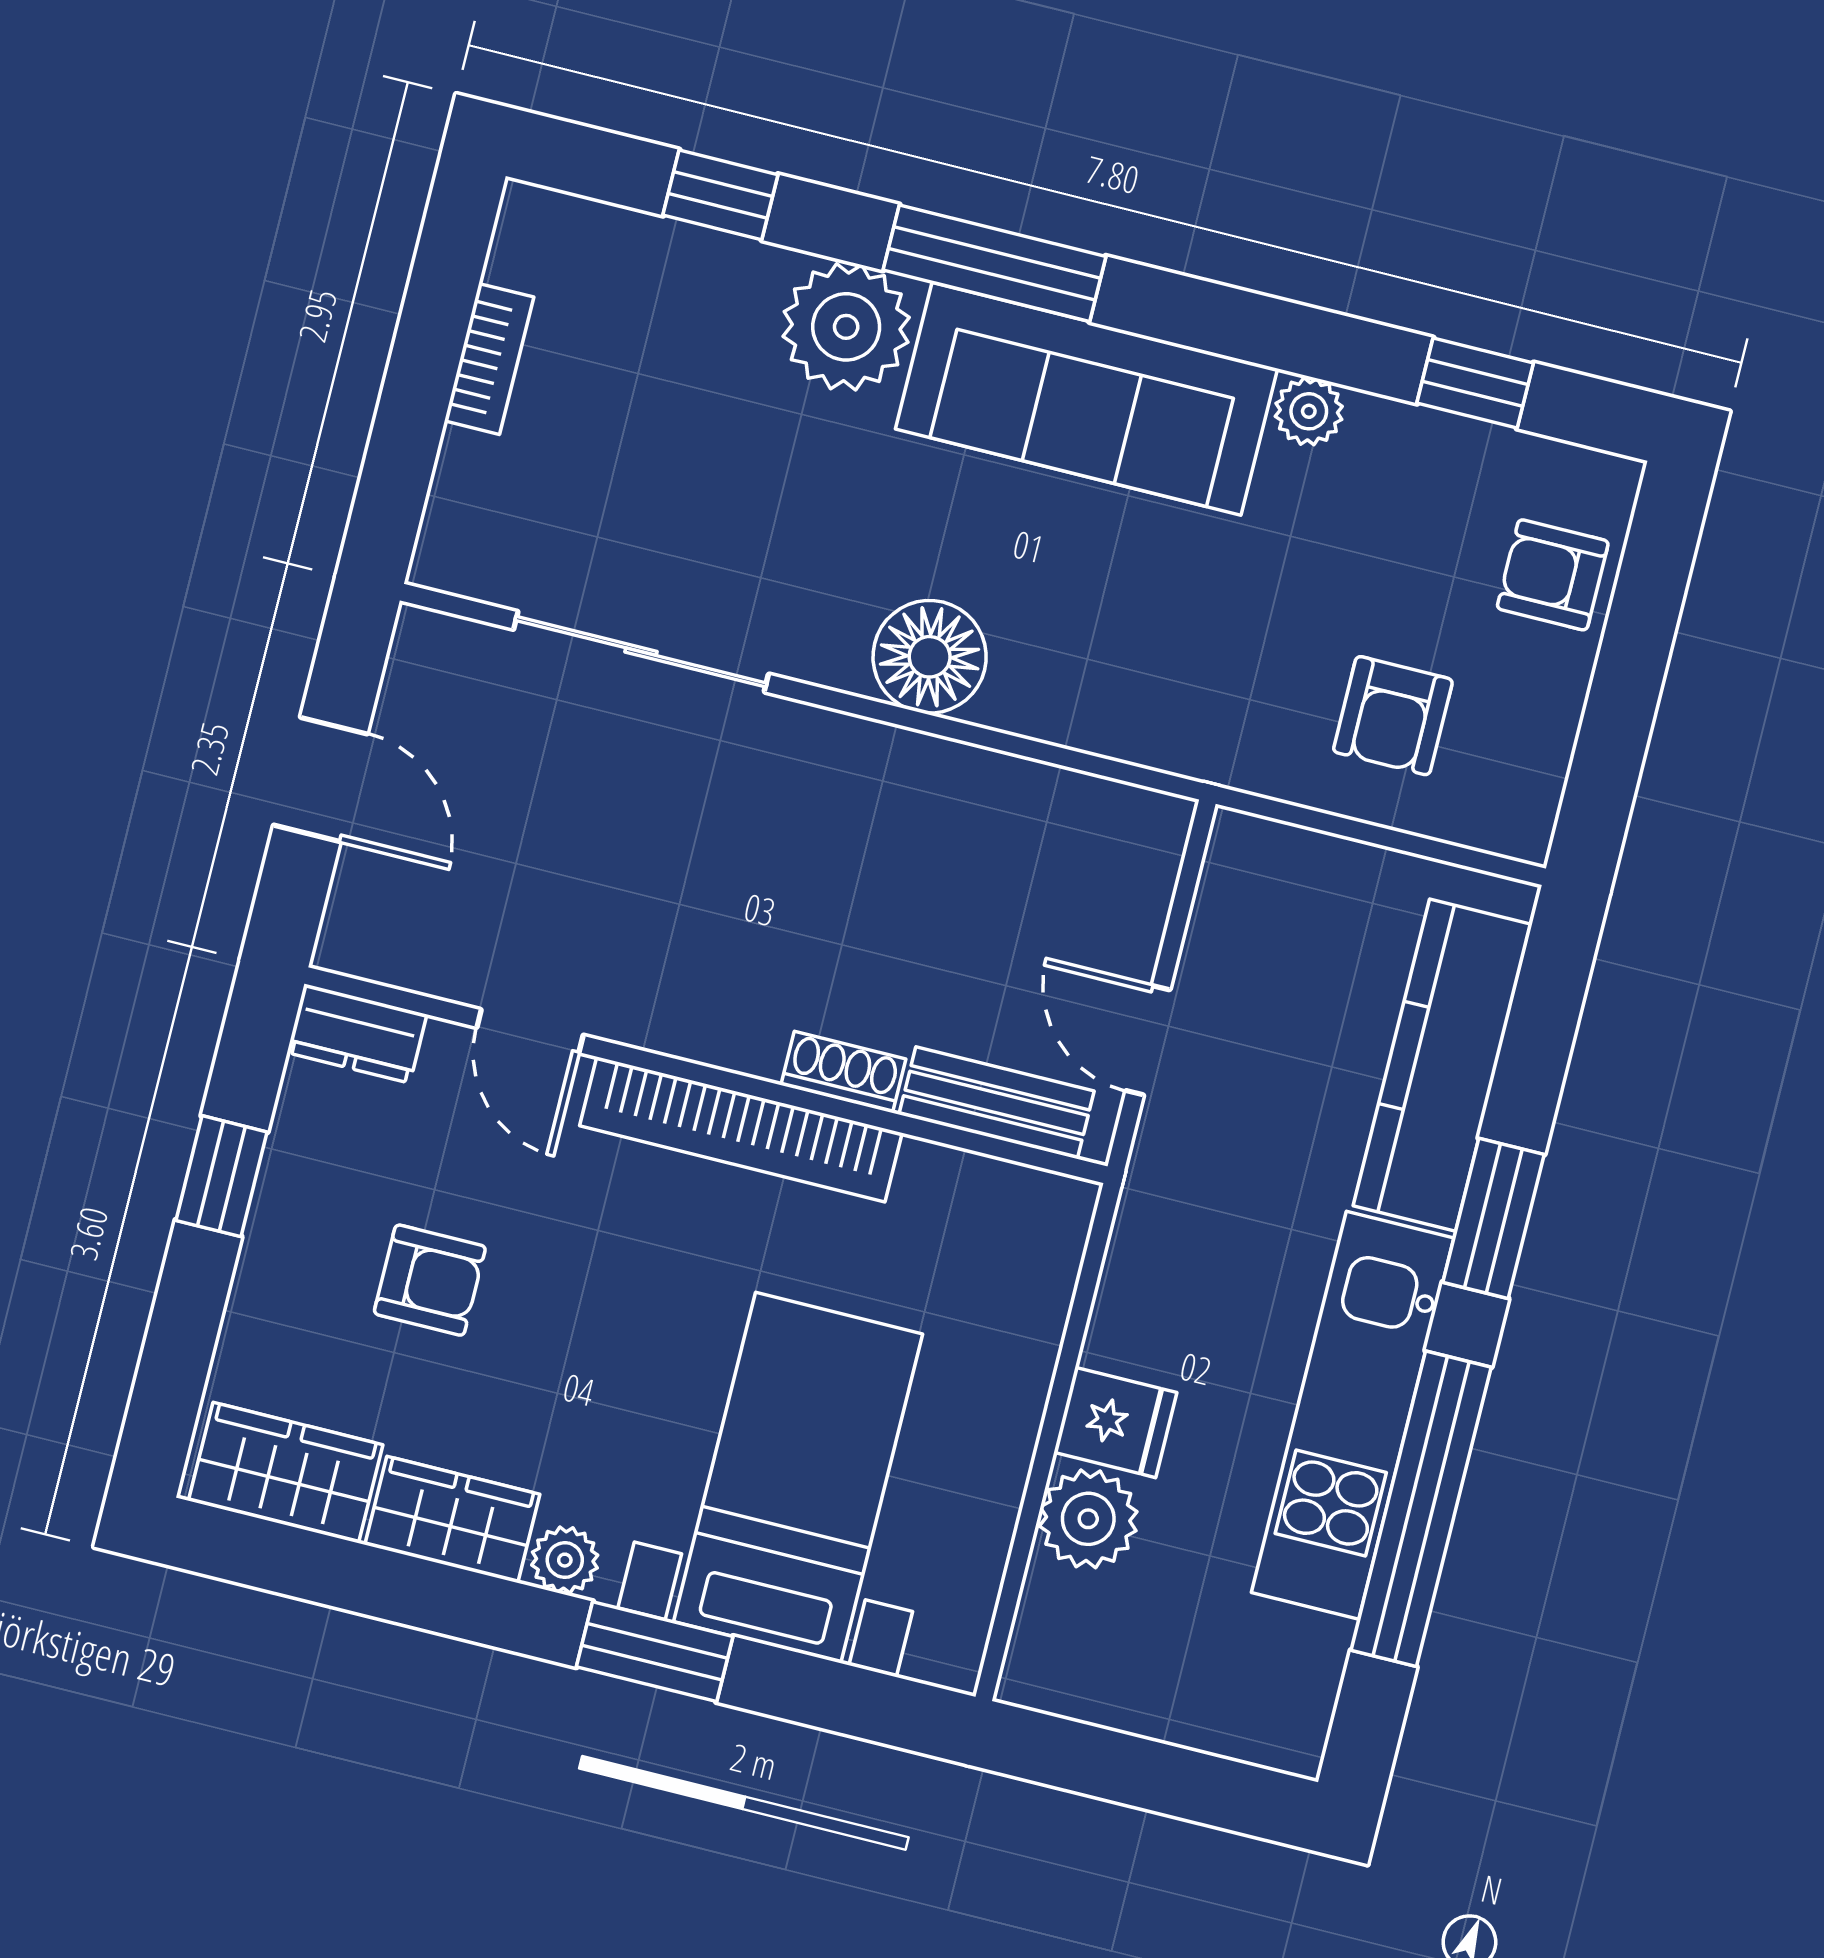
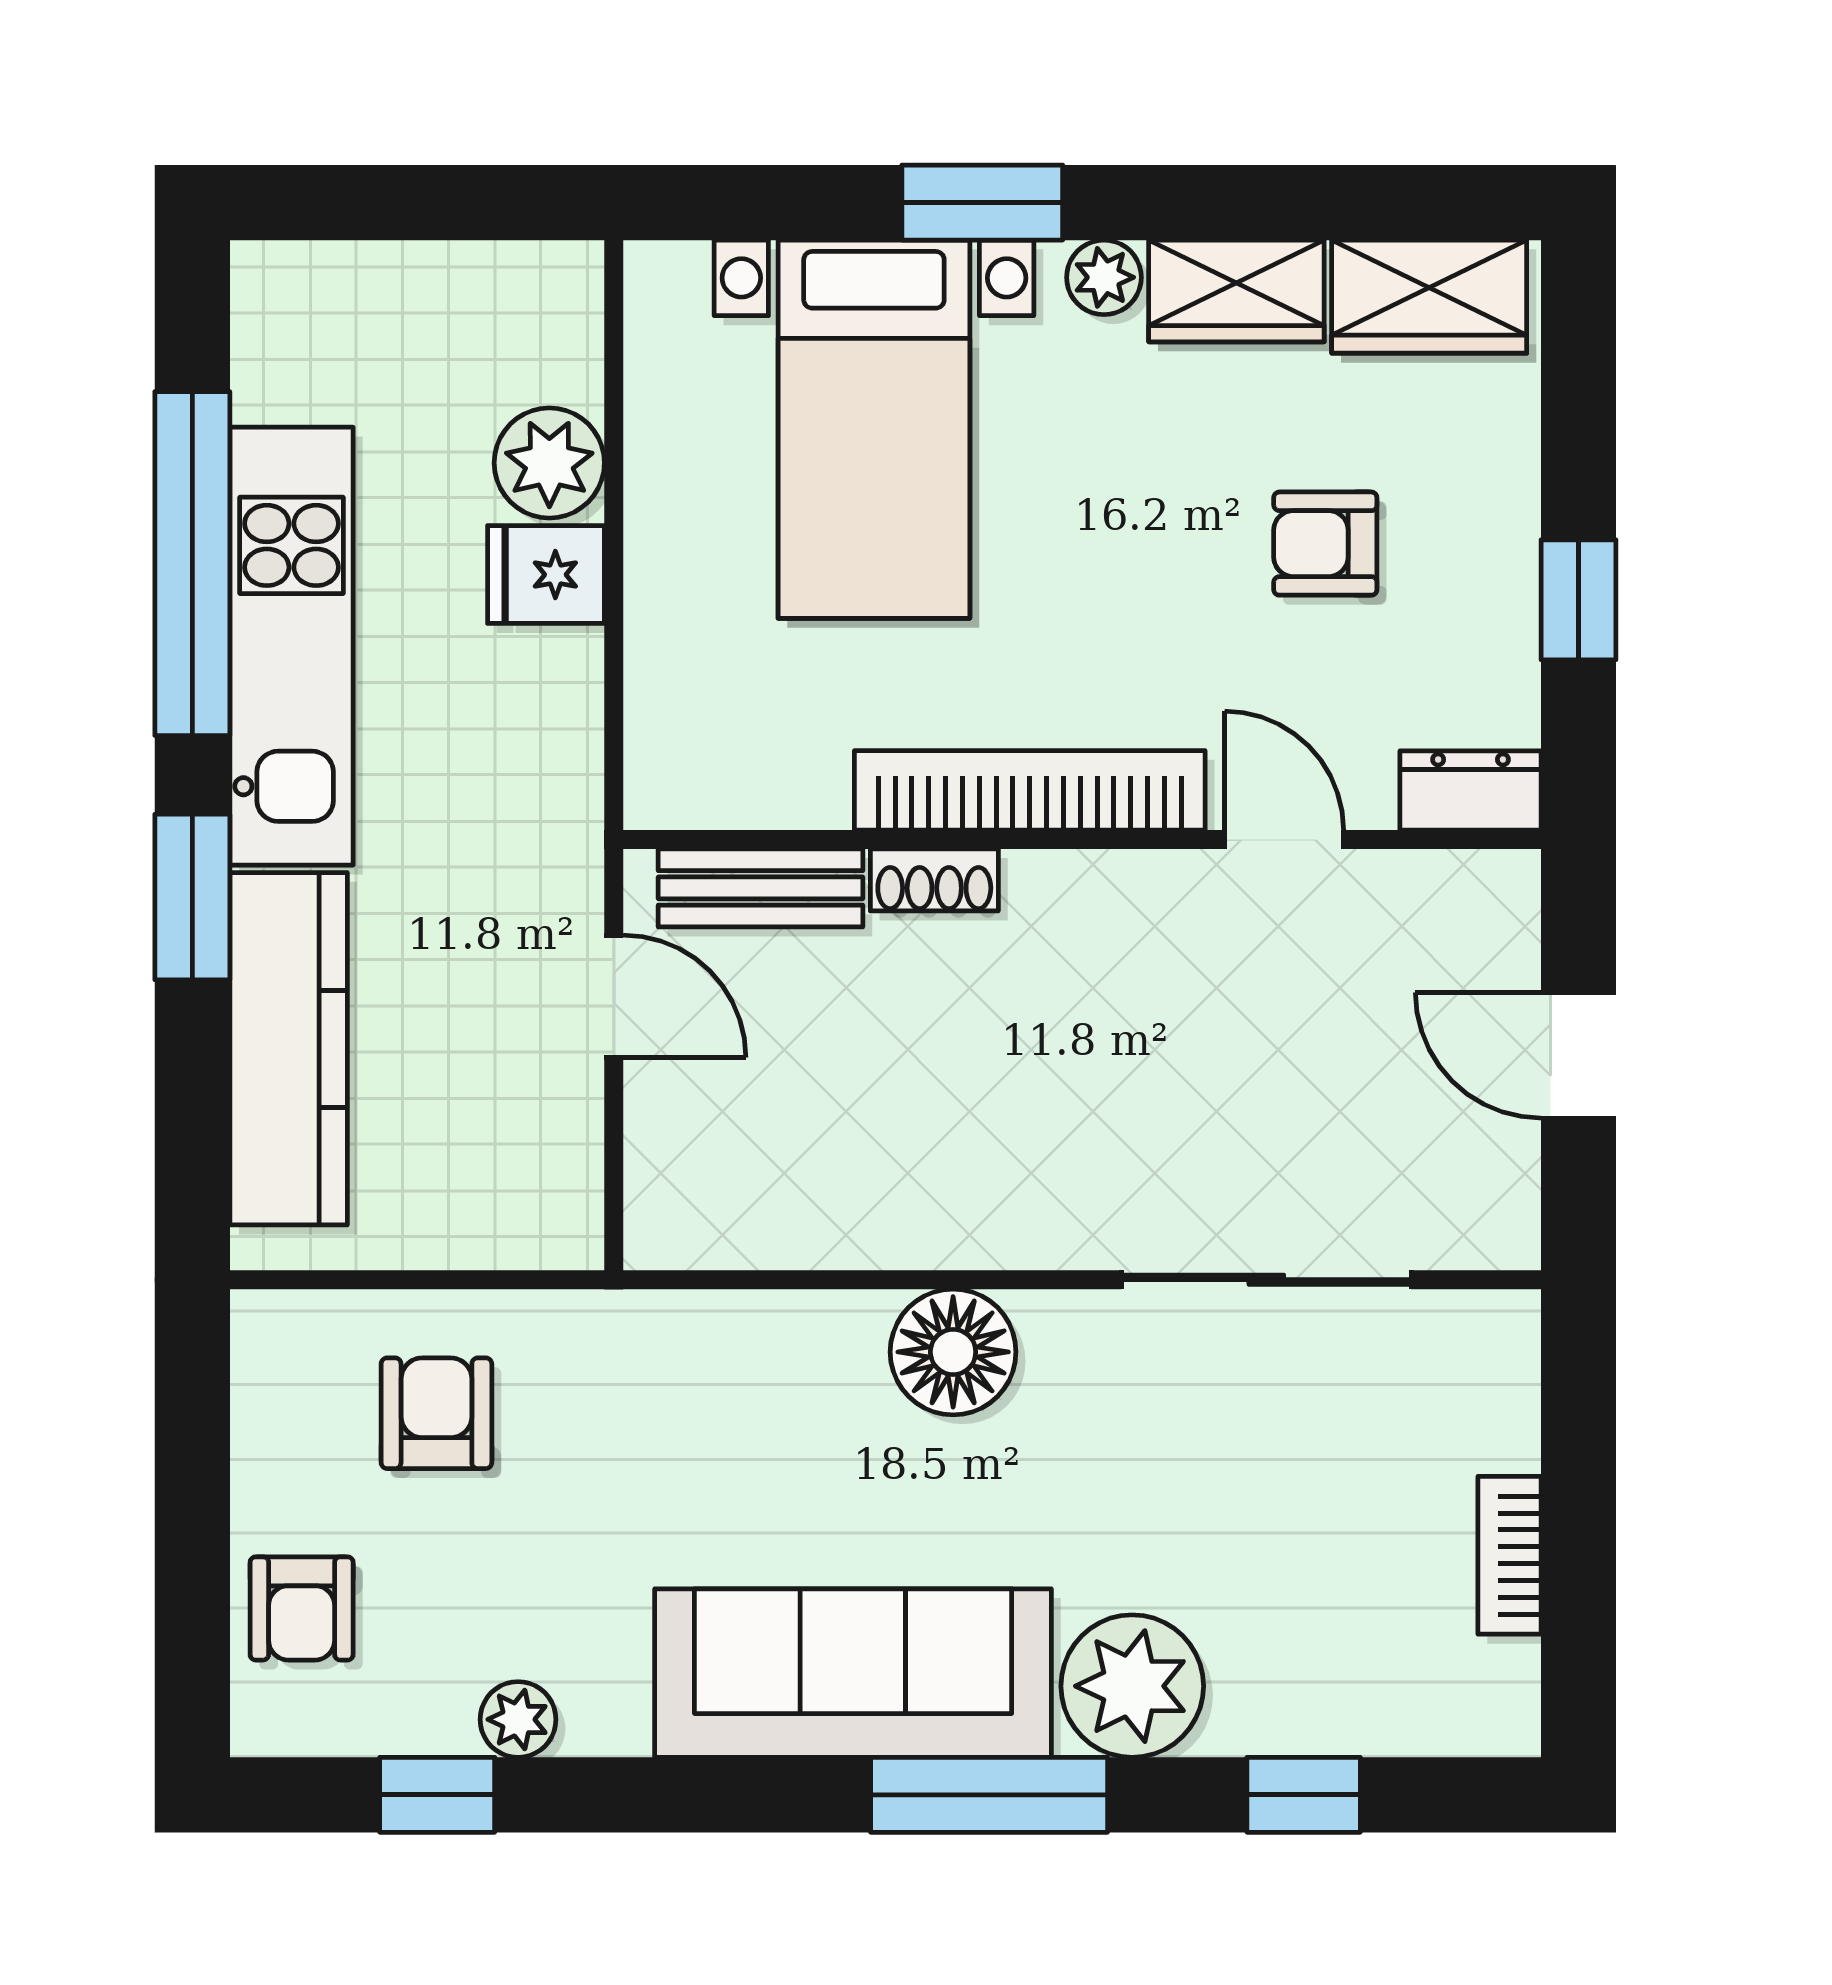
plant: (1309, 411) -> (518, 1719), moved
armchair: (1553, 575) -> (302, 1608), turned 90

